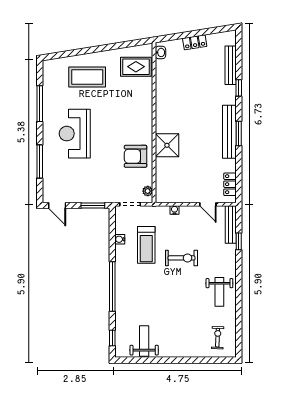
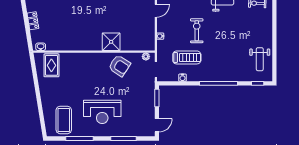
coffee table: (87, 77) -> (64, 120), moved
armchair: (136, 156) -> (119, 66), turned -57
weight bench: (144, 341) -> (260, 59), turned -90

